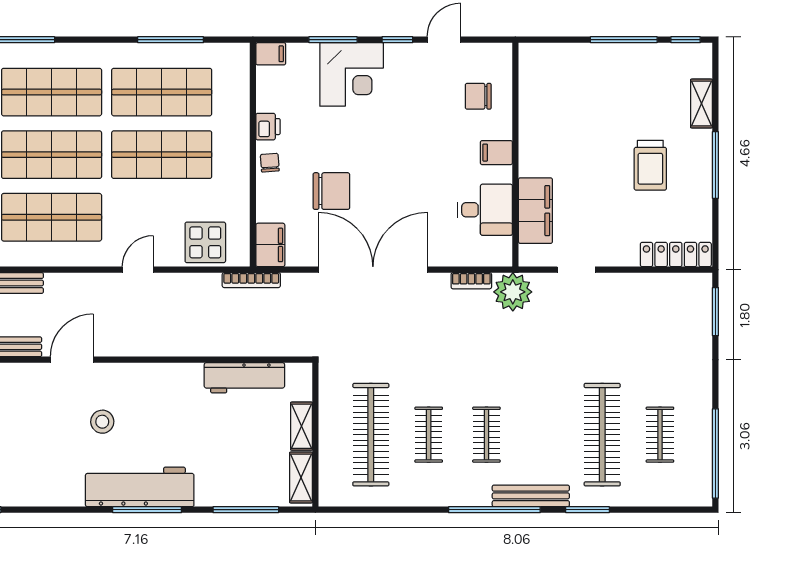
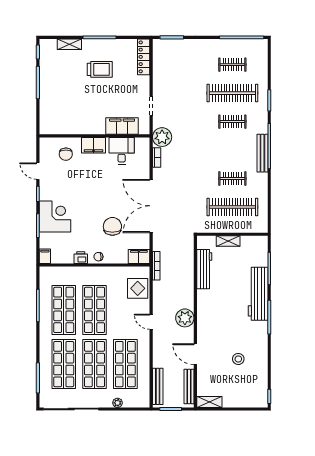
filing cabinet: (496, 153) -> (93, 145), width x2.00
plant: (145, 338) -> (185, 318), added
stool: (102, 422) -> (238, 359), moved
clothes rail: (486, 435) -> (232, 122), moved
shelving: (301, 477) -> (253, 241), removed
workbench: (140, 487) -> (258, 294), moved
bench: (531, 496) -> (262, 153), moved

